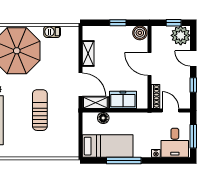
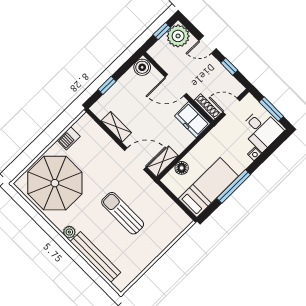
window: (118, 23) -> (107, 85), moved
freezer: (123, 100) -> (192, 120), moved, turned -90

